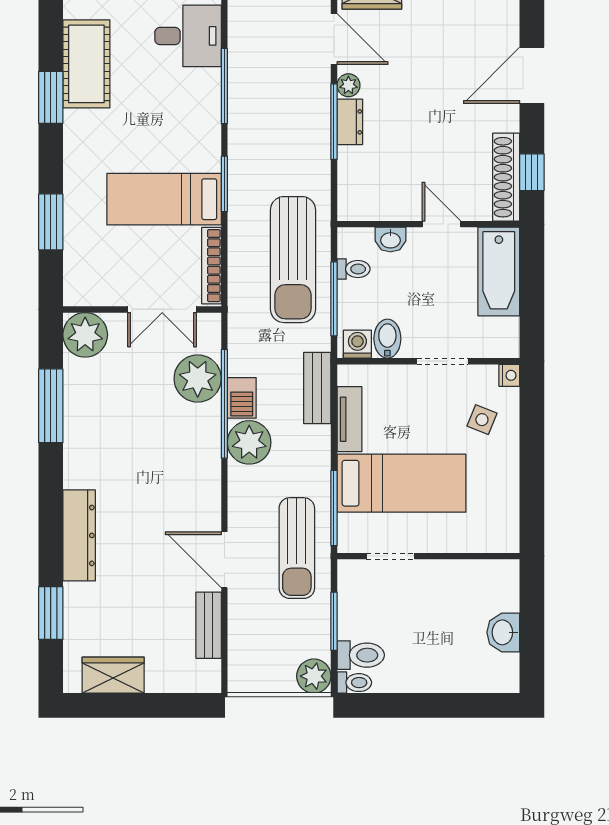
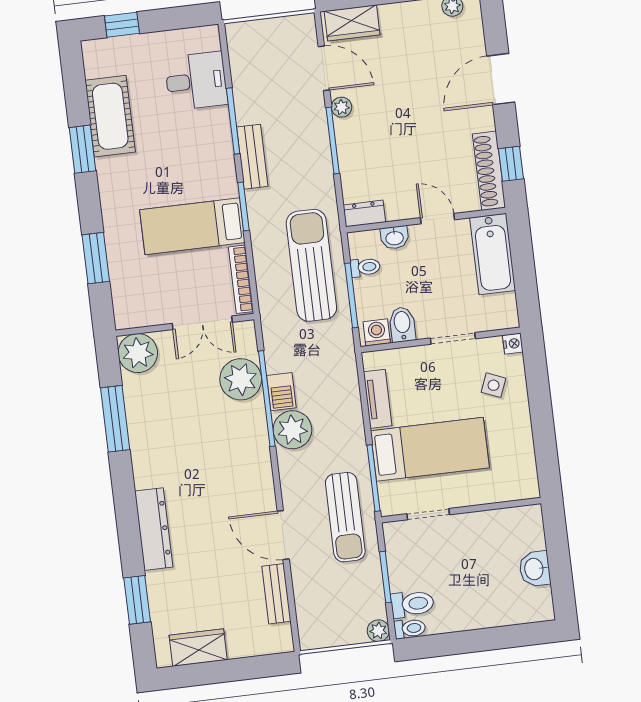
dresser: (350, 122) -> (364, 214), moved, turned -90
sun lounger: (293, 260) -> (311, 265), turned 180
bench: (317, 388) -> (252, 157), moved
plant: (314, 676) -> (378, 631), width x0.73, depth x0.73

